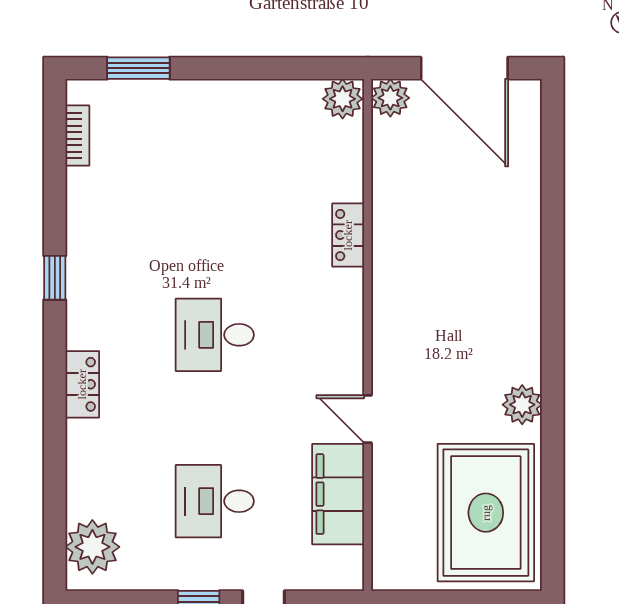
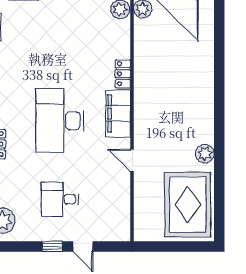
desk: (215, 335) -> (60, 121), width x1.87, depth x1.30
filing cabinet: (338, 494) -> (118, 114), moved

